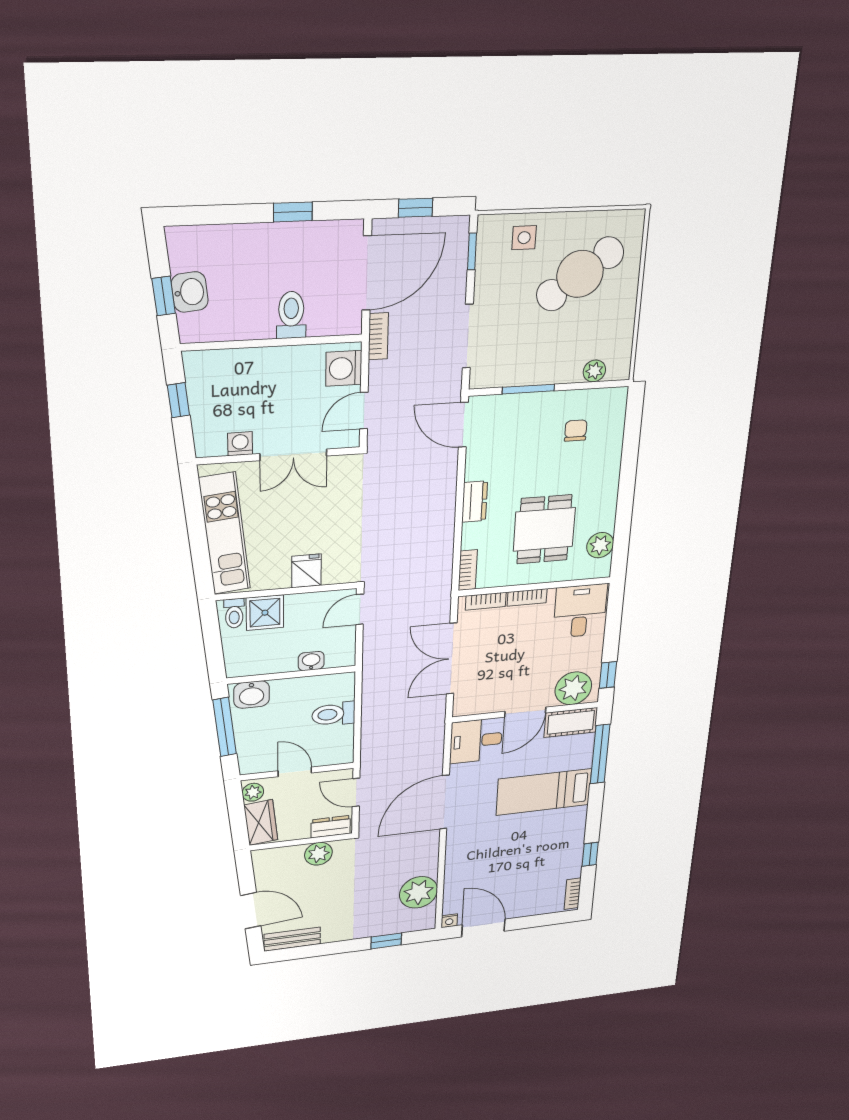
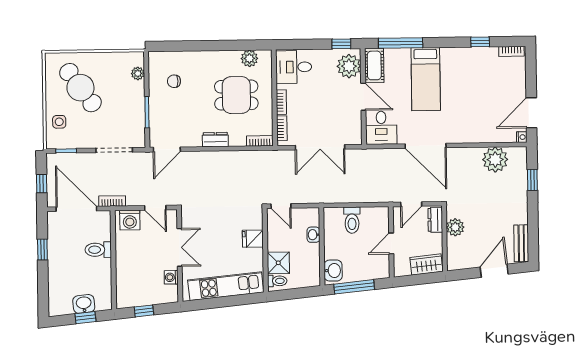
plant: (253, 792) -> (403, 270), removed

